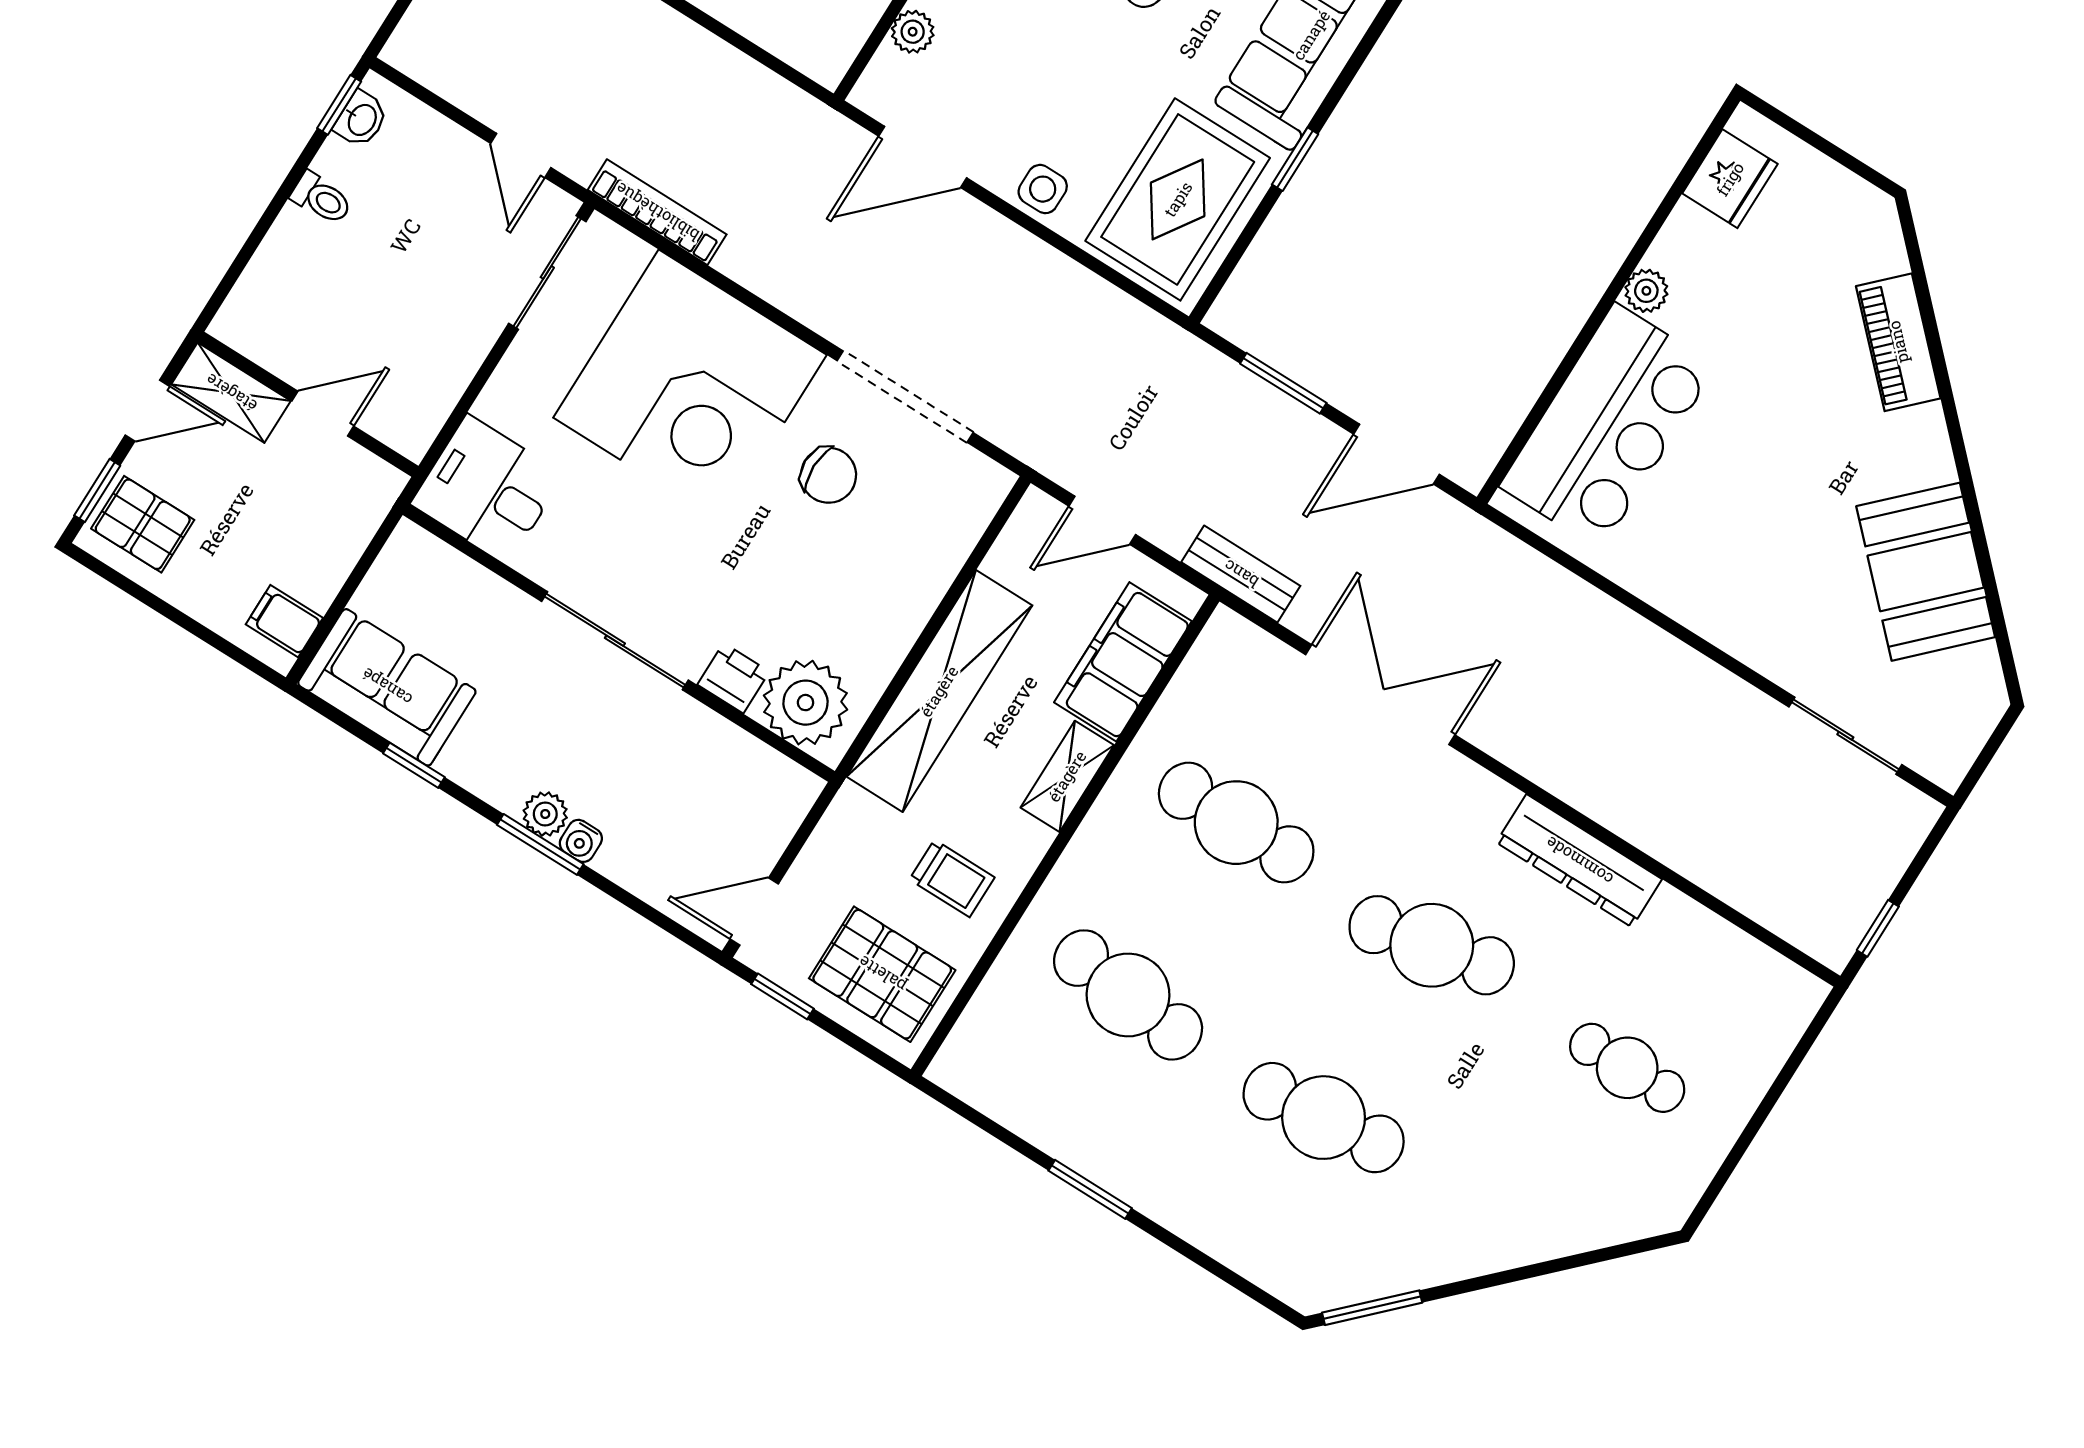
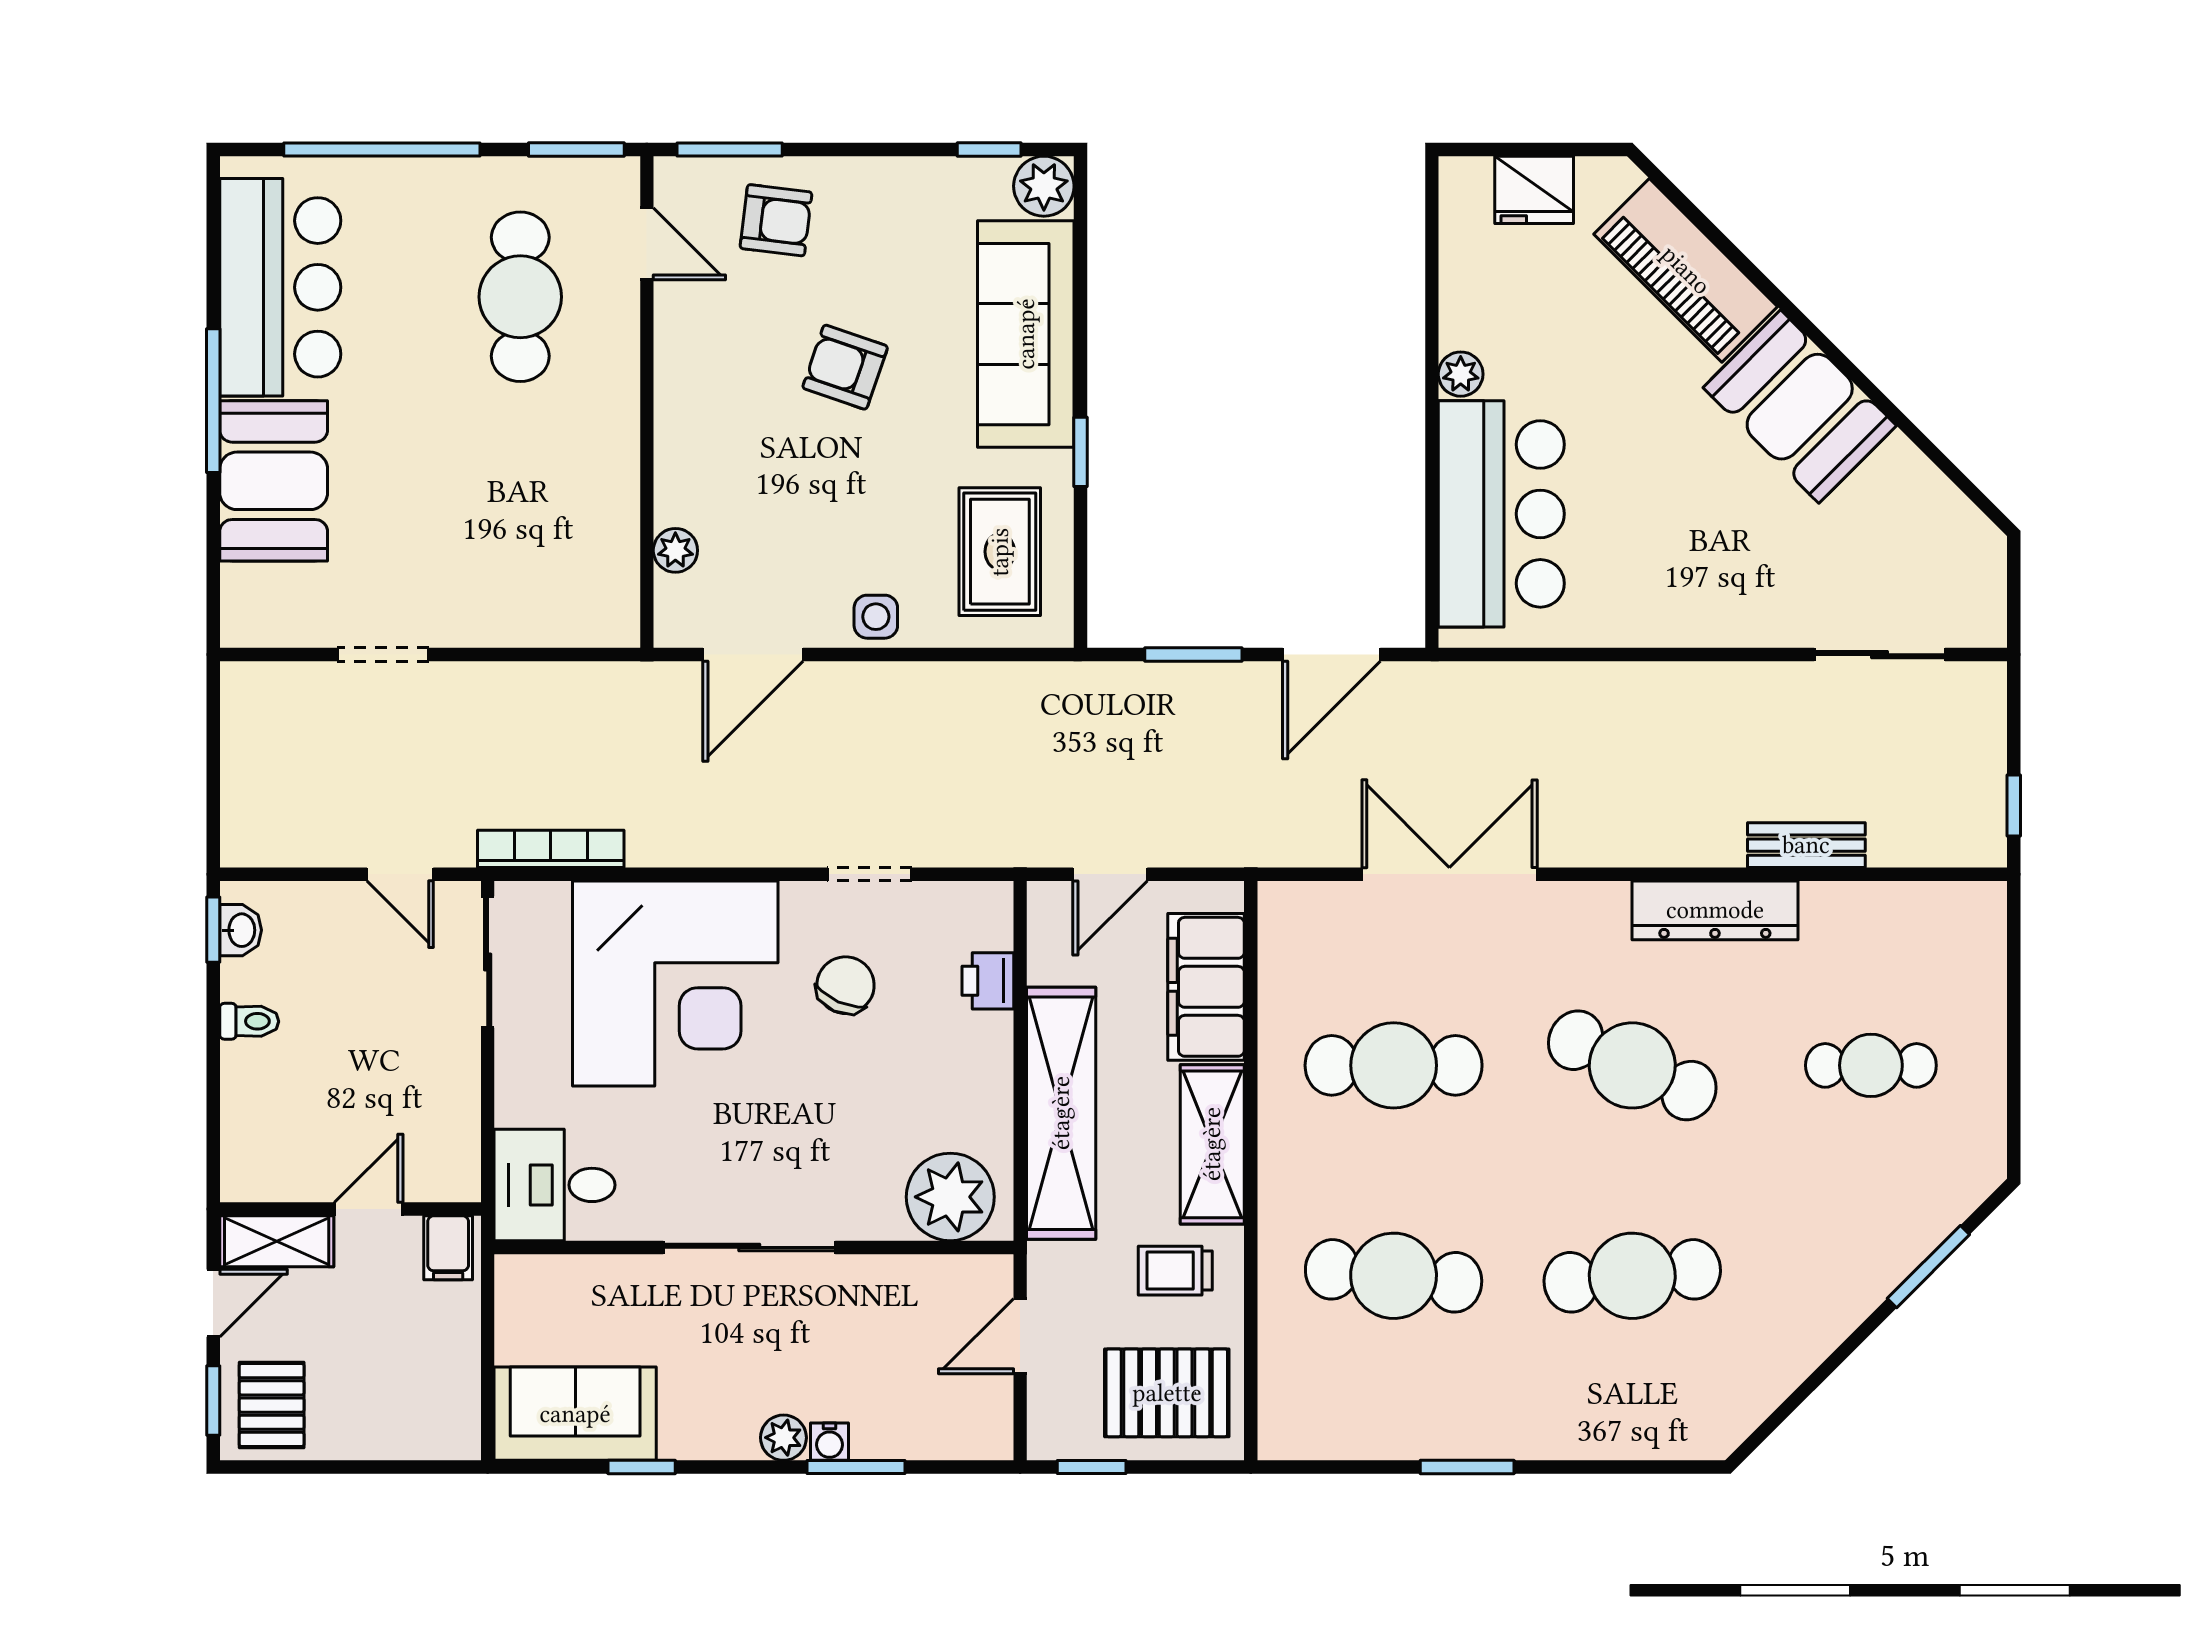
fridge: (1730, 179) -> (1534, 190), moved, turned 90
rug: (1178, 199) -> (1000, 552), width x0.73, depth x0.70
piano: (1898, 342) -> (1686, 270), width x1.37, depth x1.33
doorway: (905, 397) -> (869, 874), width x0.53
chair: (829, 475) -> (846, 985), turned -66
pallet: (143, 524) -> (272, 1405), turned 90
booth: (1926, 572) -> (1800, 407), moved
bench: (1241, 574) -> (1806, 845), moved
filing cabinet: (284, 621) -> (448, 1248), moved, turned -90
printer: (733, 678) -> (988, 981), moved, turned -90
shelving: (1067, 776) -> (1212, 1144), width x1.50, depth x1.33
window: (540, 844) -> (856, 1467), moved
trolley: (952, 878) -> (1175, 1271), turned 180
door: (754, 911) -> (1020, 1336), moved
cafe table: (1432, 945) -> (1632, 1065), turned 36
window: (1372, 1308) -> (1928, 1267), moved

